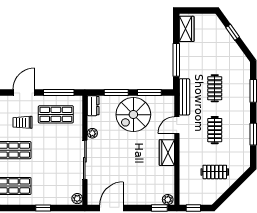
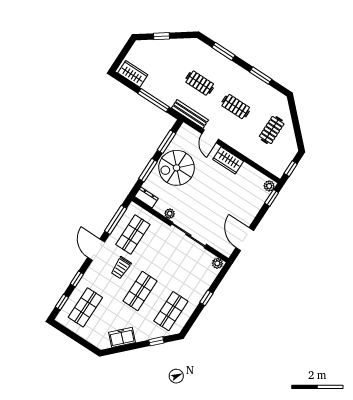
spiral stairs: (133, 115) -> (177, 168), turned 90

